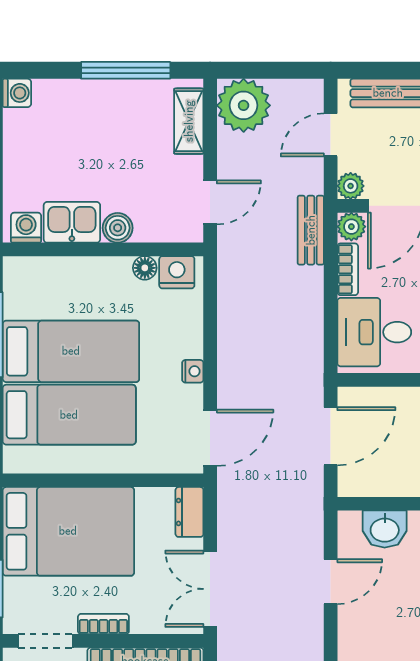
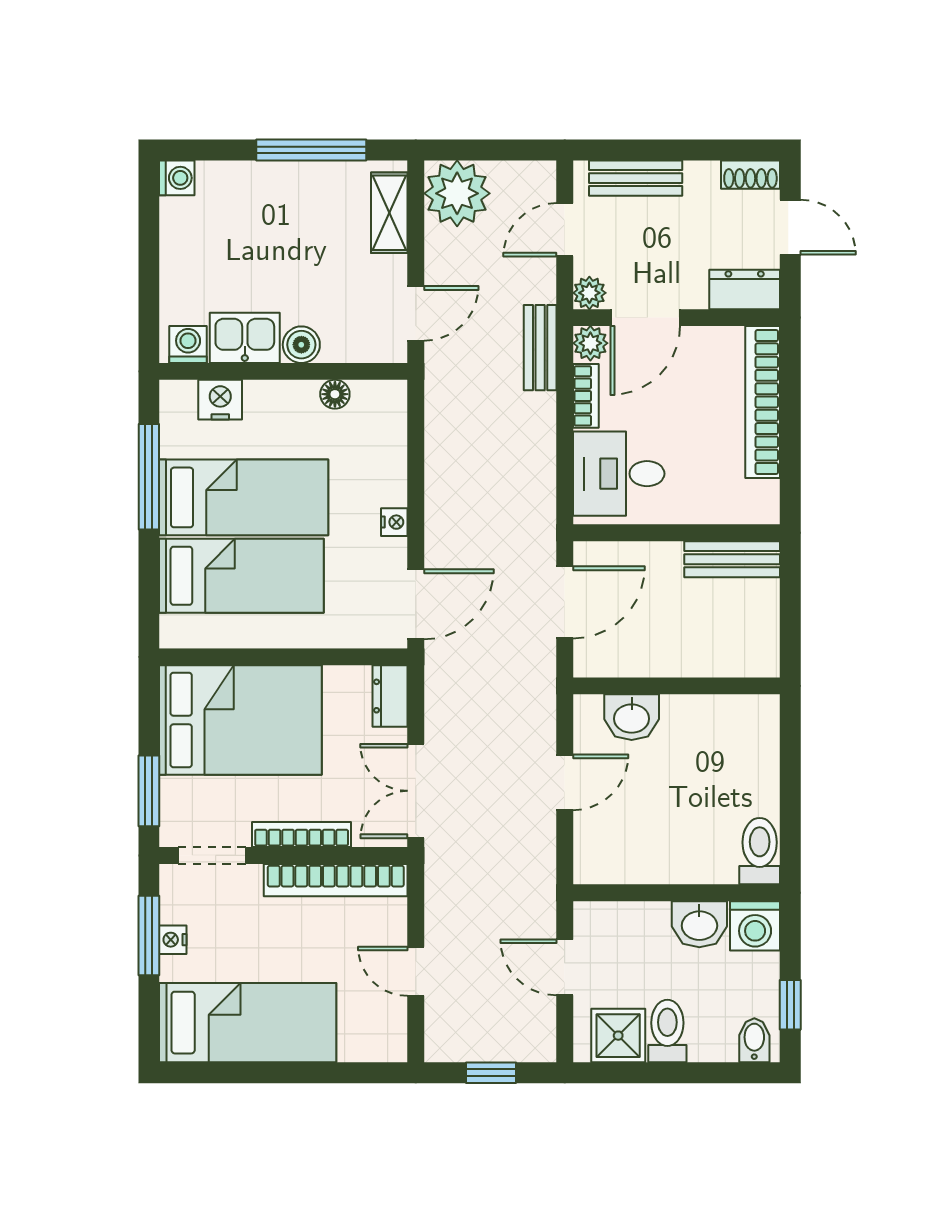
nightstand: (177, 272) -> (220, 400), moved
bookcase: (103, 624) -> (302, 835), width x1.56

